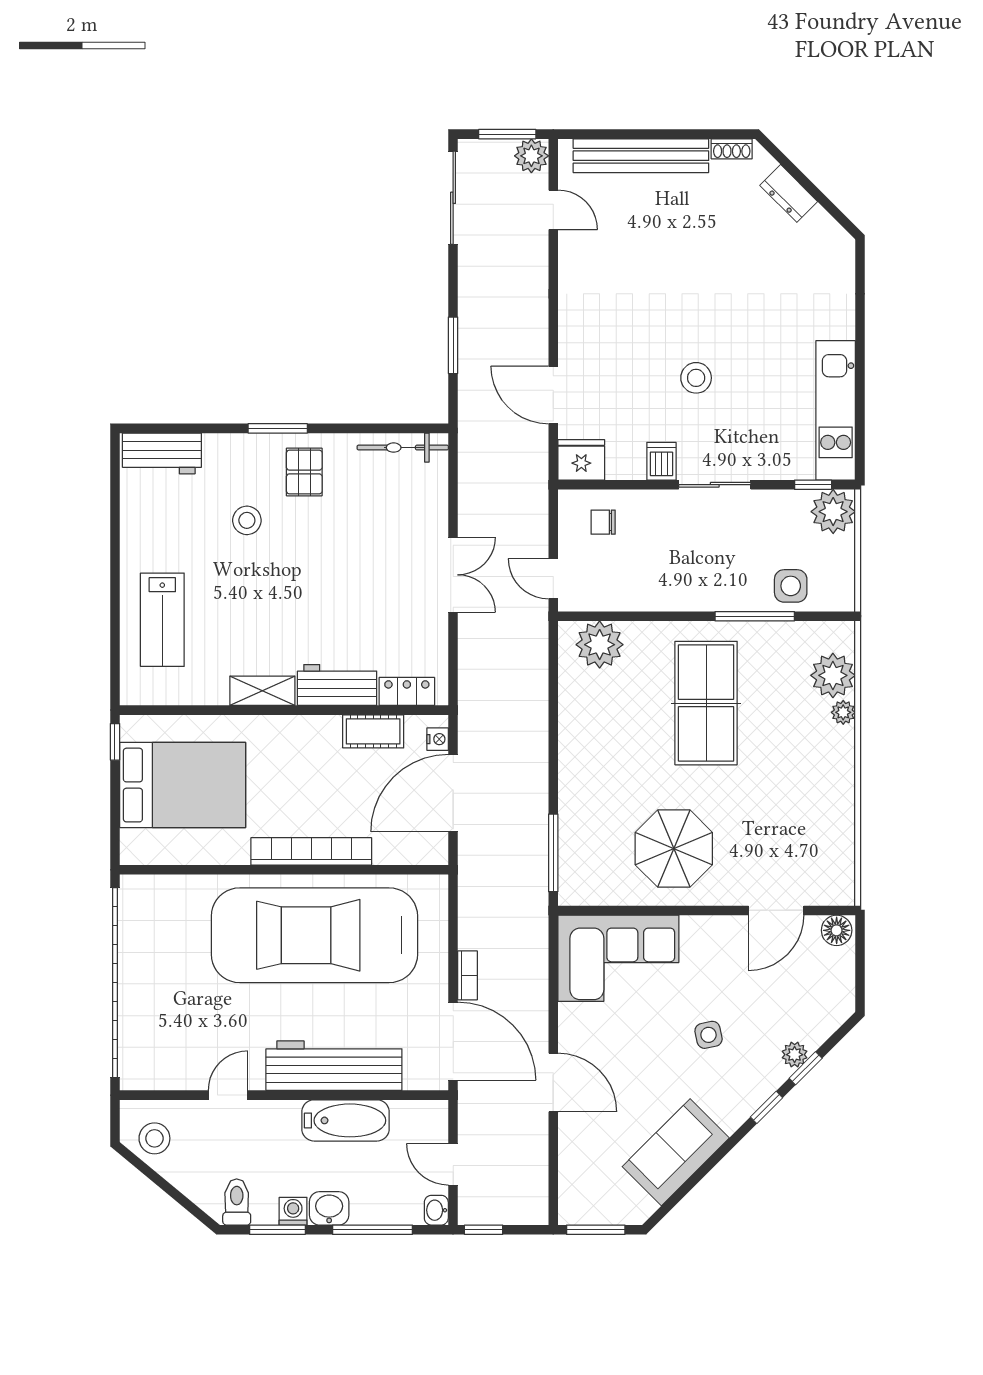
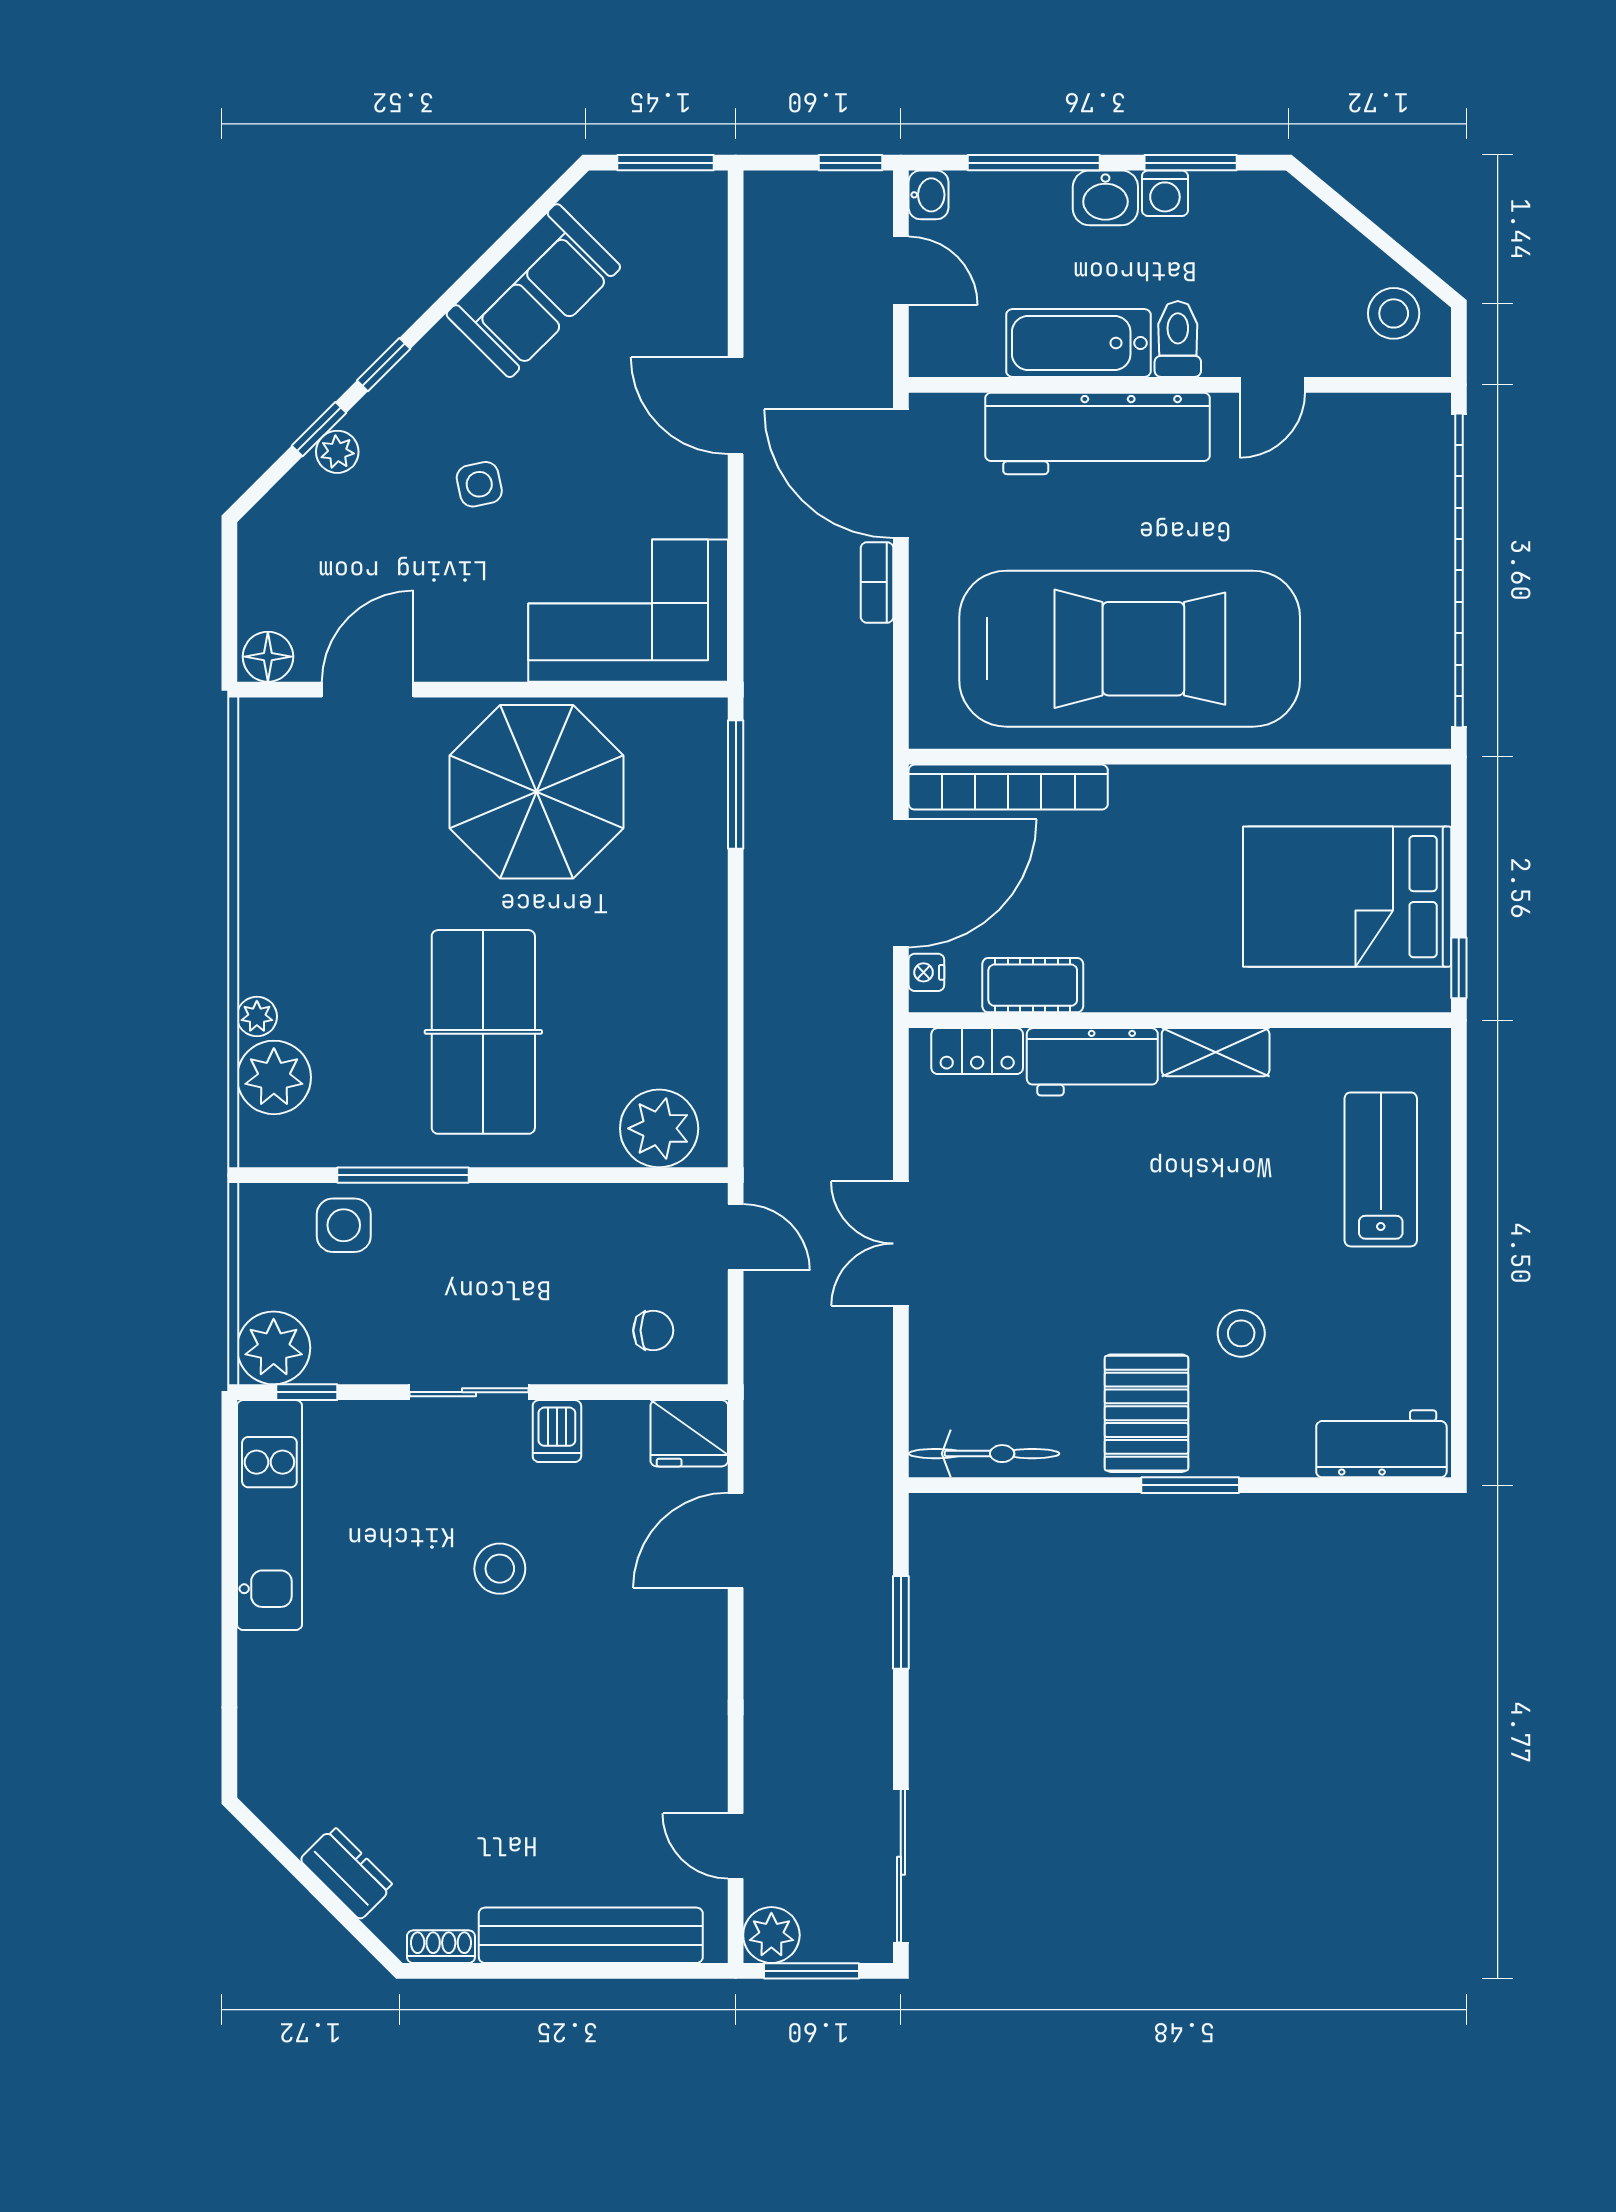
door: (553, 395) -> (736, 1540), swing flipped
pallet: (304, 472) -> (1146, 1413), width x1.50, depth x1.42
parasol: (674, 849) -> (537, 792), width x1.36, depth x1.36
bookcase: (311, 851) -> (1008, 787), moved
toilet: (237, 1202) -> (1178, 339), moved, turned 180

